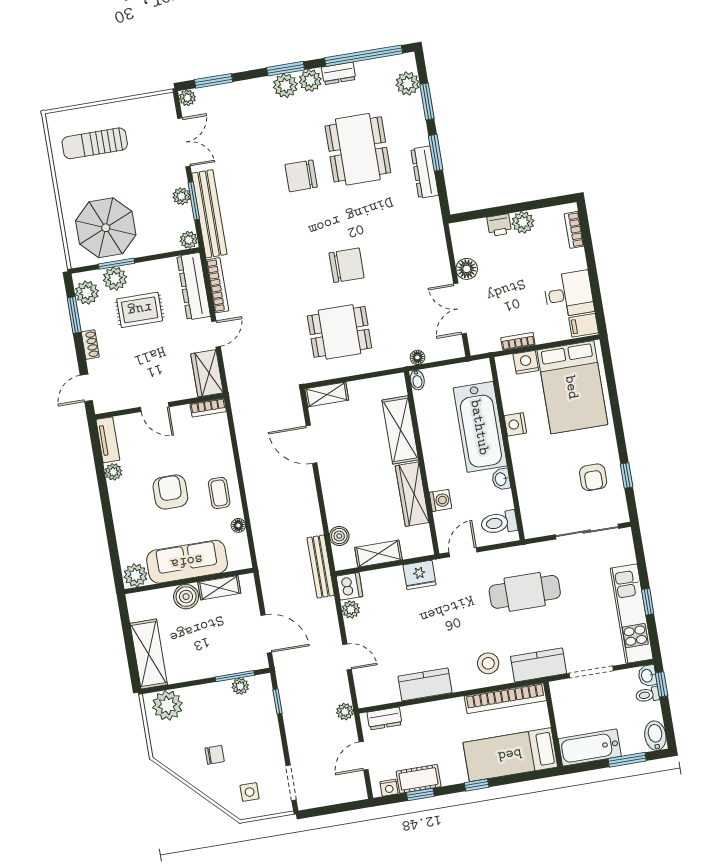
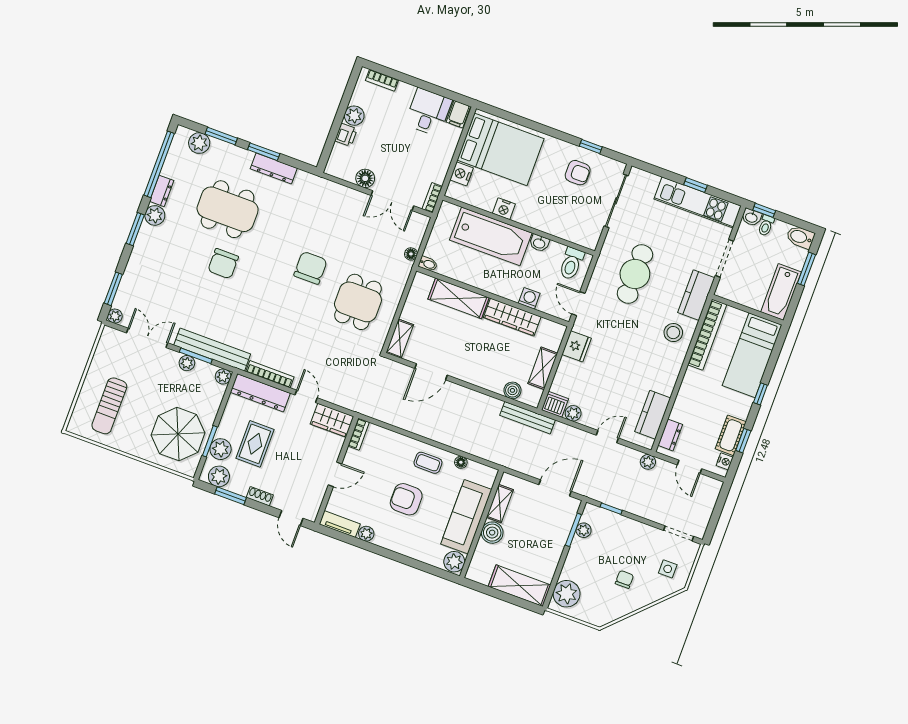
plant: (285, 86) -> (148, 237), removed
bookcase: (518, 341) -> (432, 198), moved
kitchen counter: (425, 684) -> (653, 415), moved

